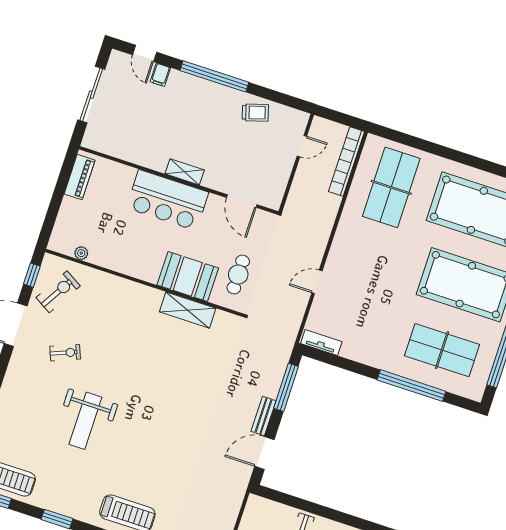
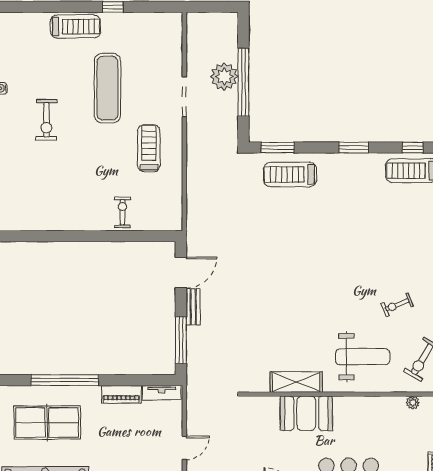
cafe table: (238, 274) -> (260, 431), removed
piano: (361, 354) -> (121, 394), added
weight bench: (85, 421) -> (363, 357), moved, turned 90

